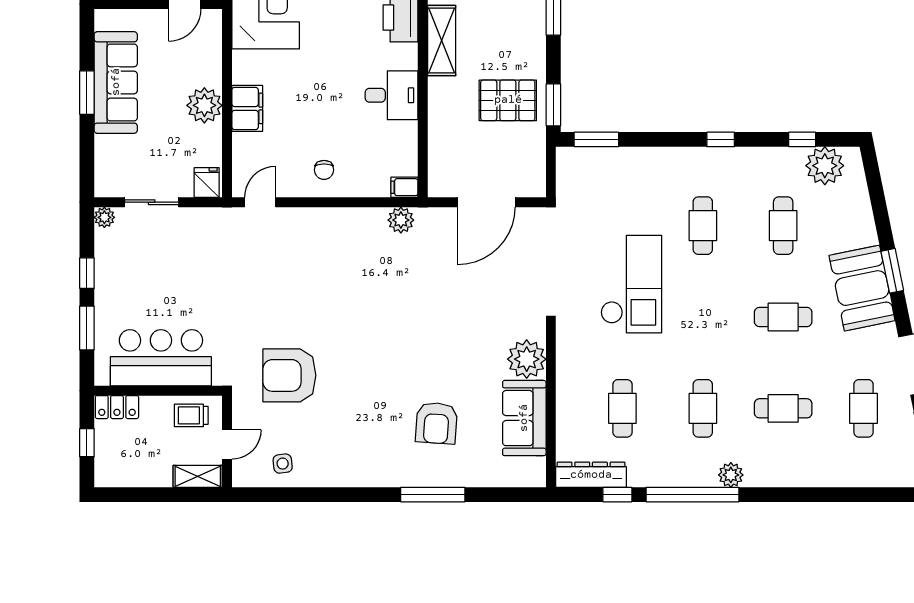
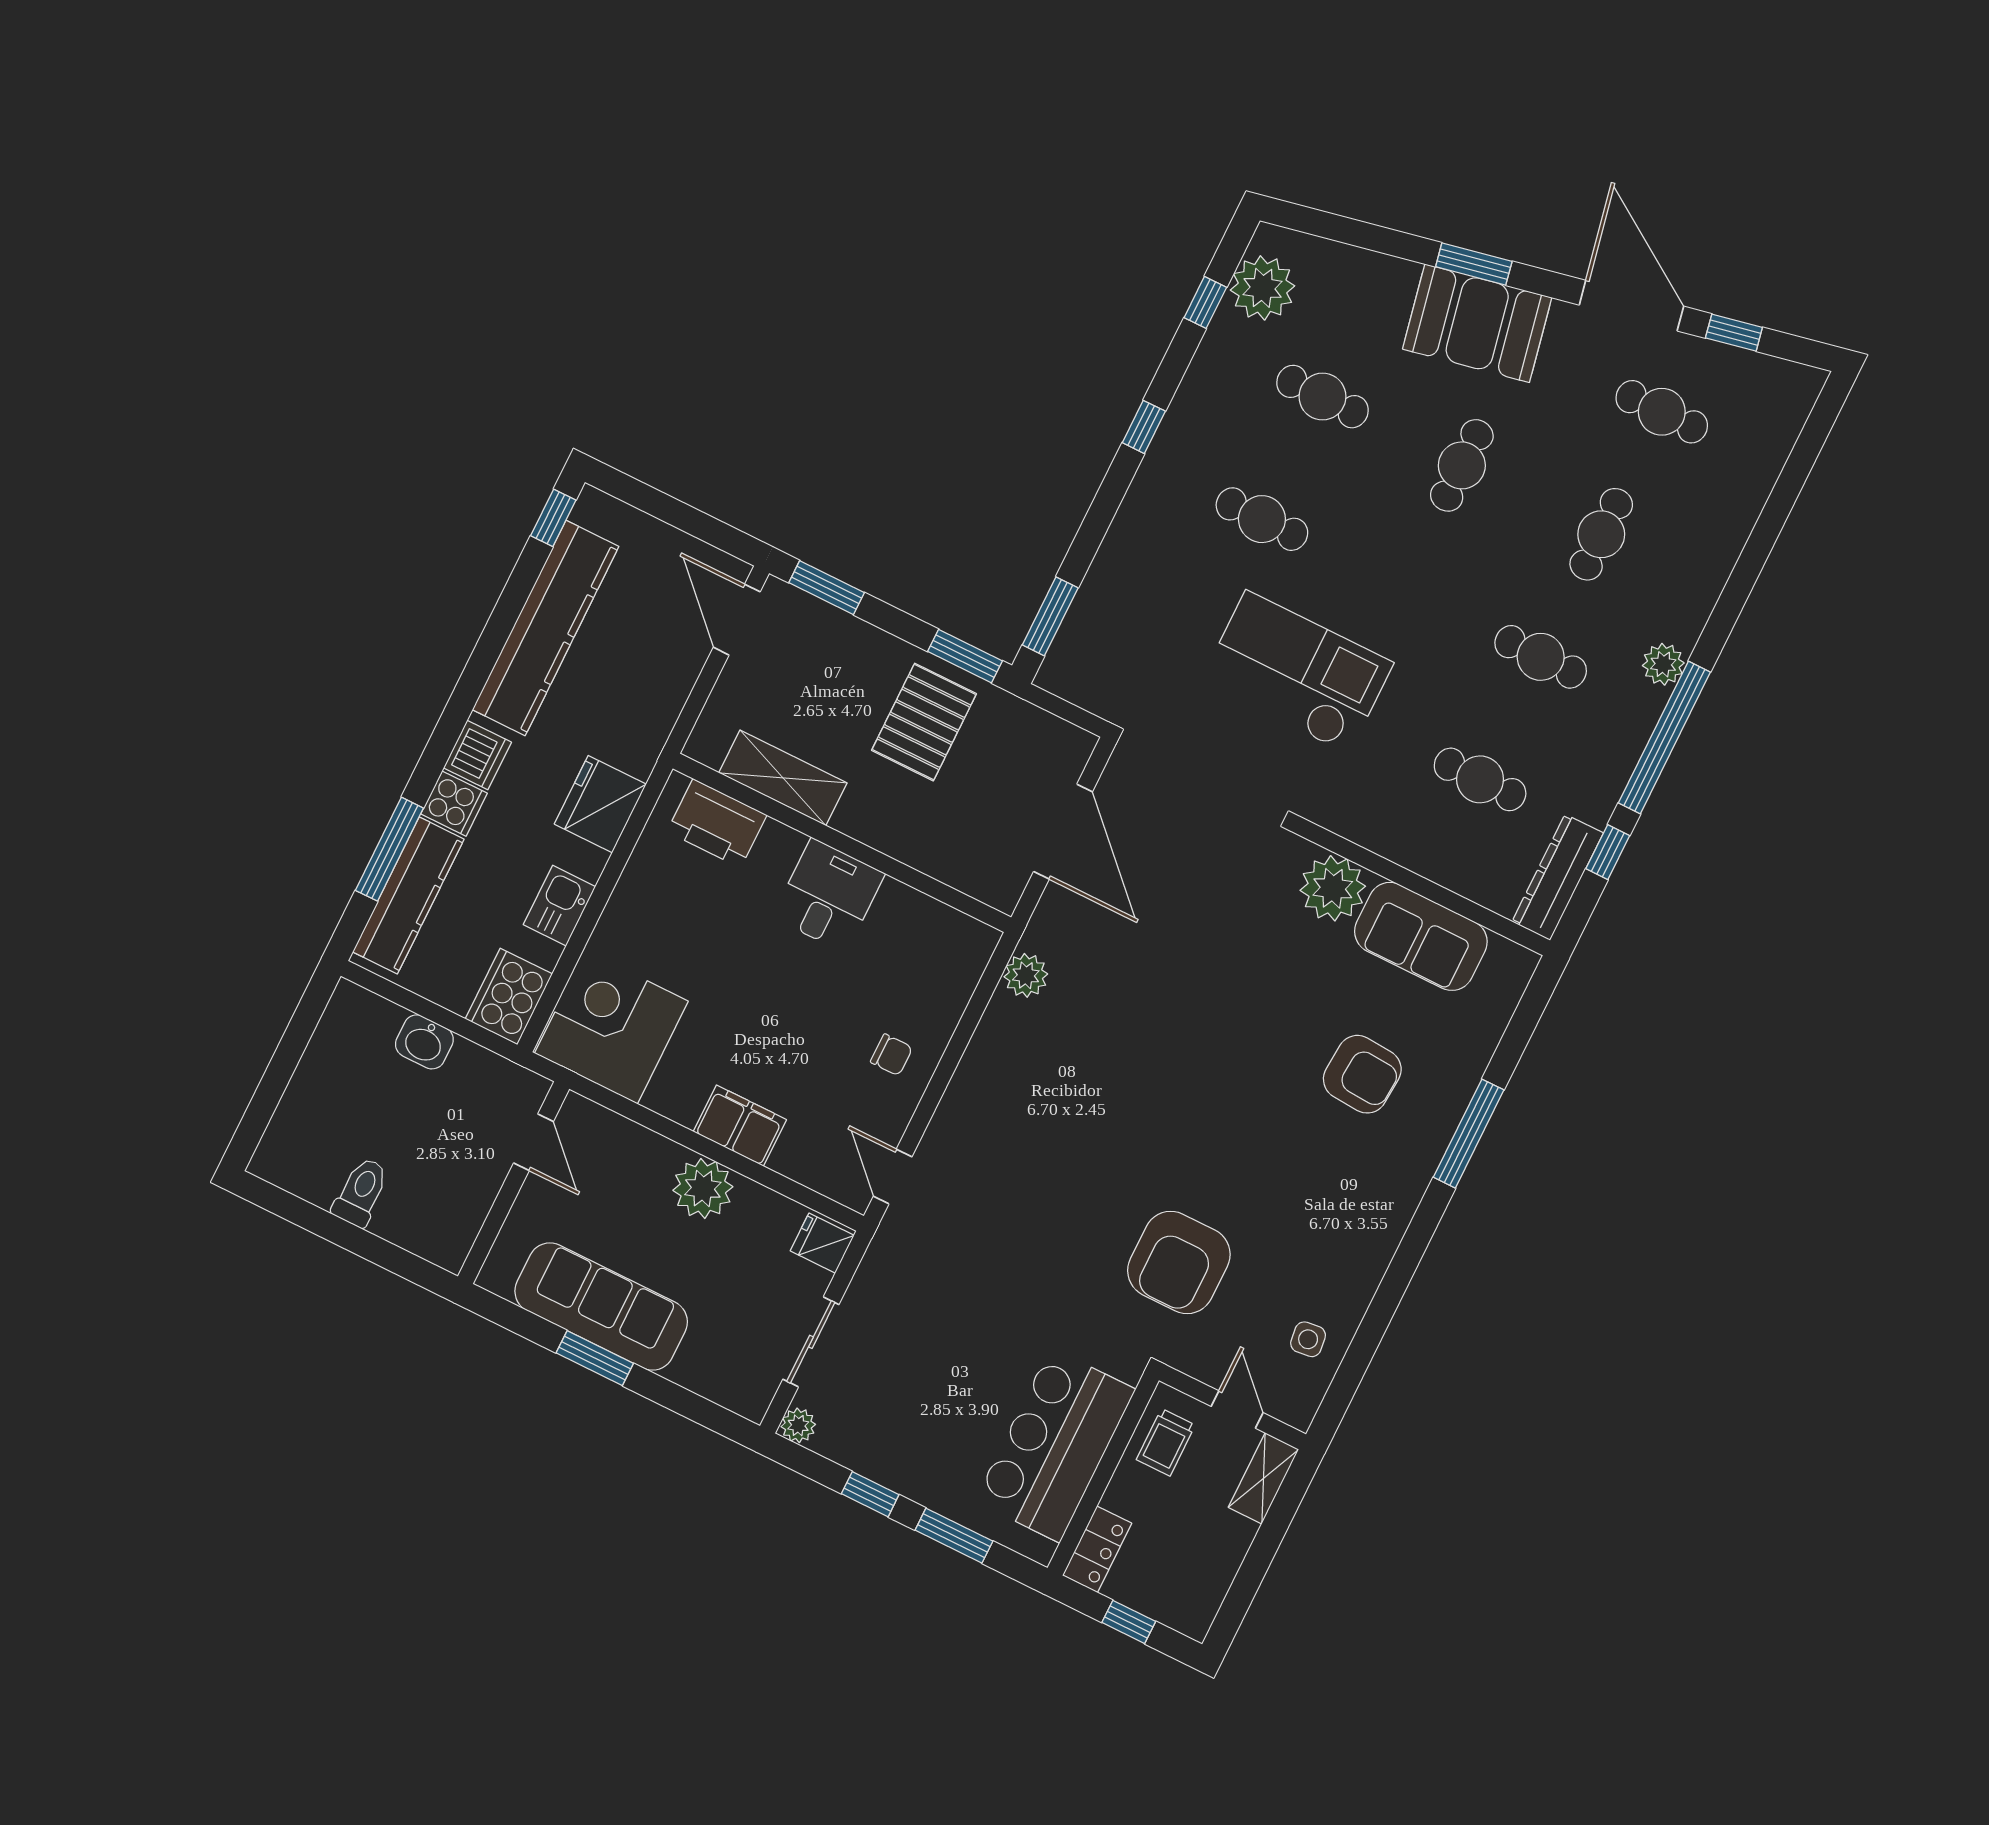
filing cabinet: (404, 187) -> (978, 945), removed

